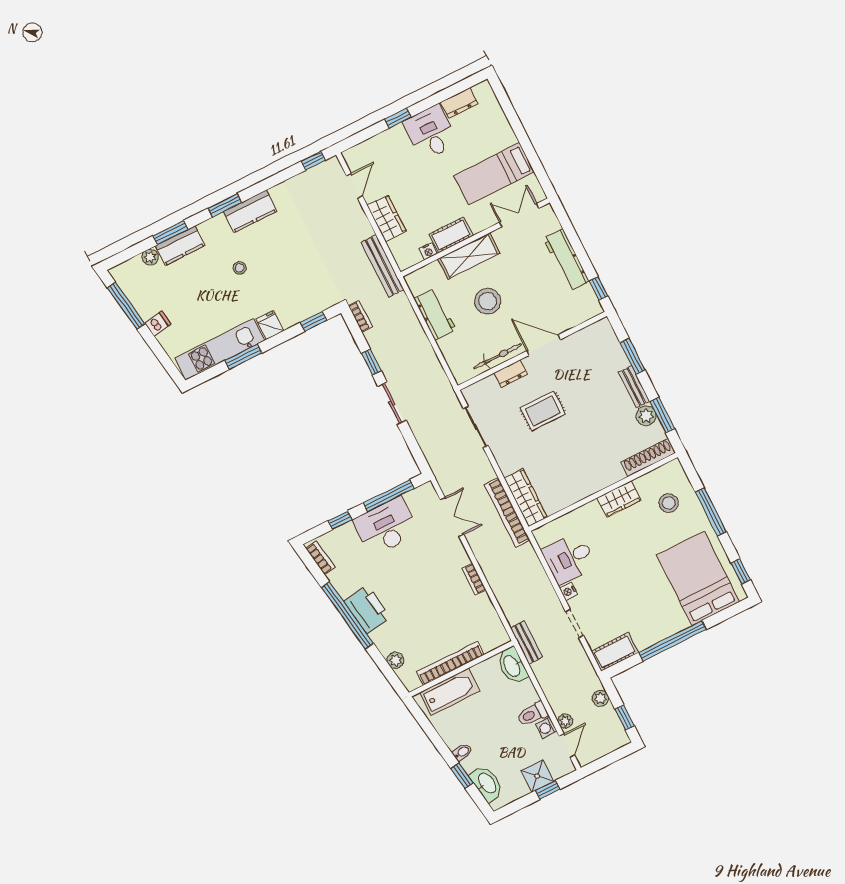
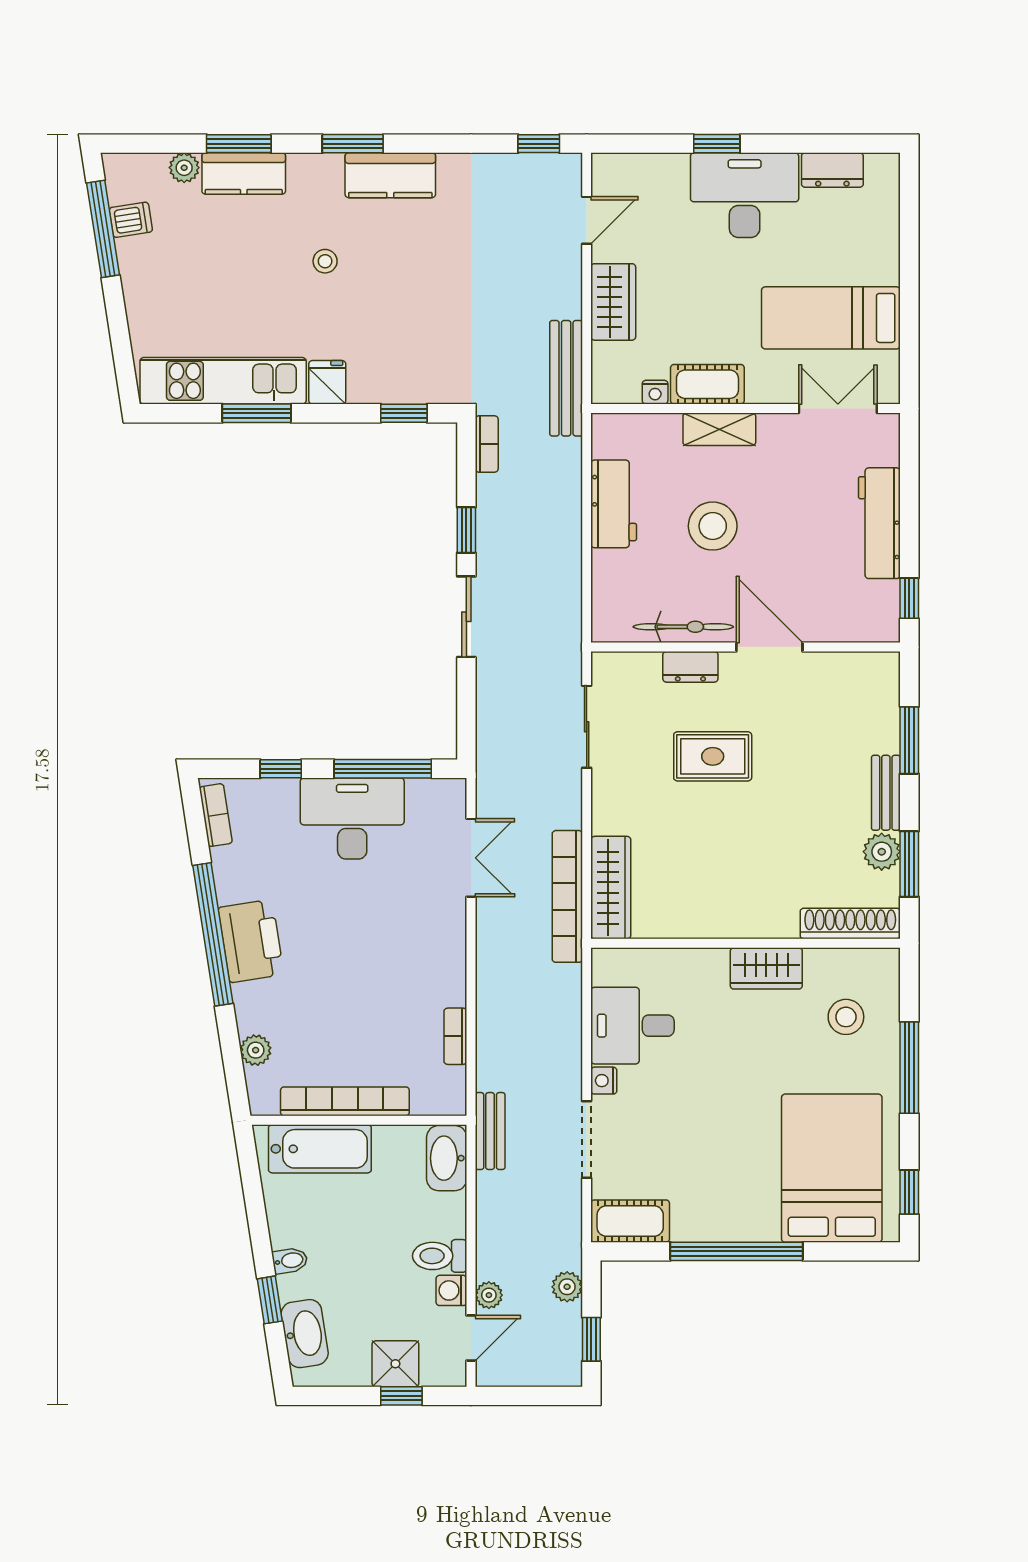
desk: (431, 132) -> (745, 195), width x1.37
shelving: (469, 256) -> (719, 429), width x0.67, depth x0.75
dishwasher: (158, 324) -> (131, 220), moved
bookcase: (474, 579) -> (455, 1036), moved
doorway: (574, 623) -> (587, 1140), width x1.38

